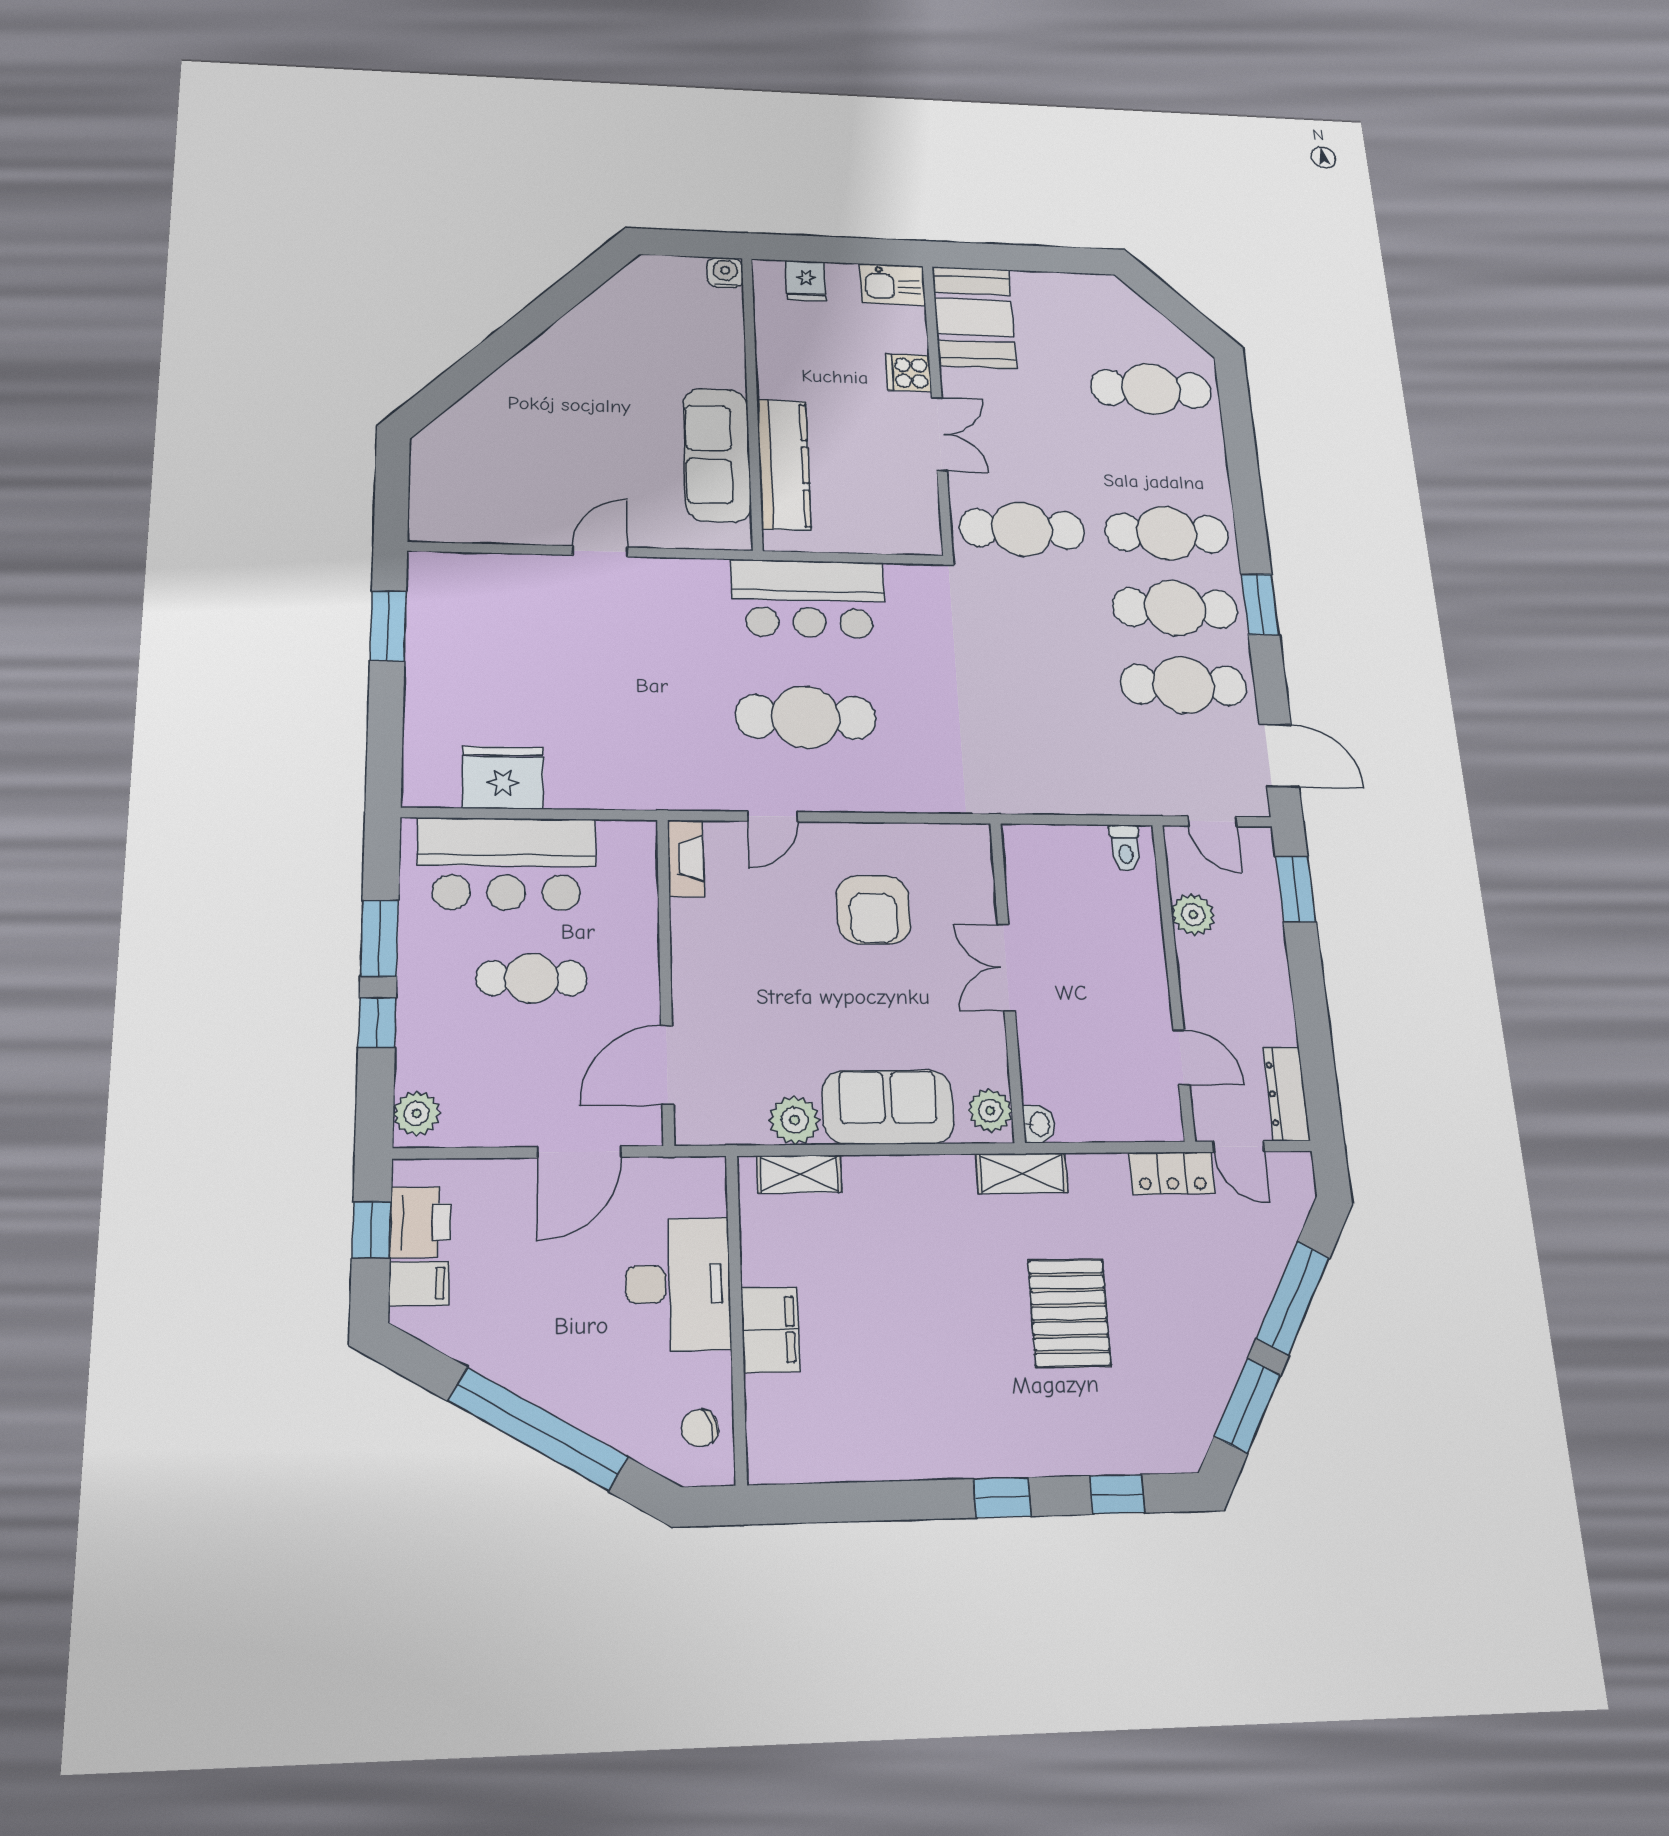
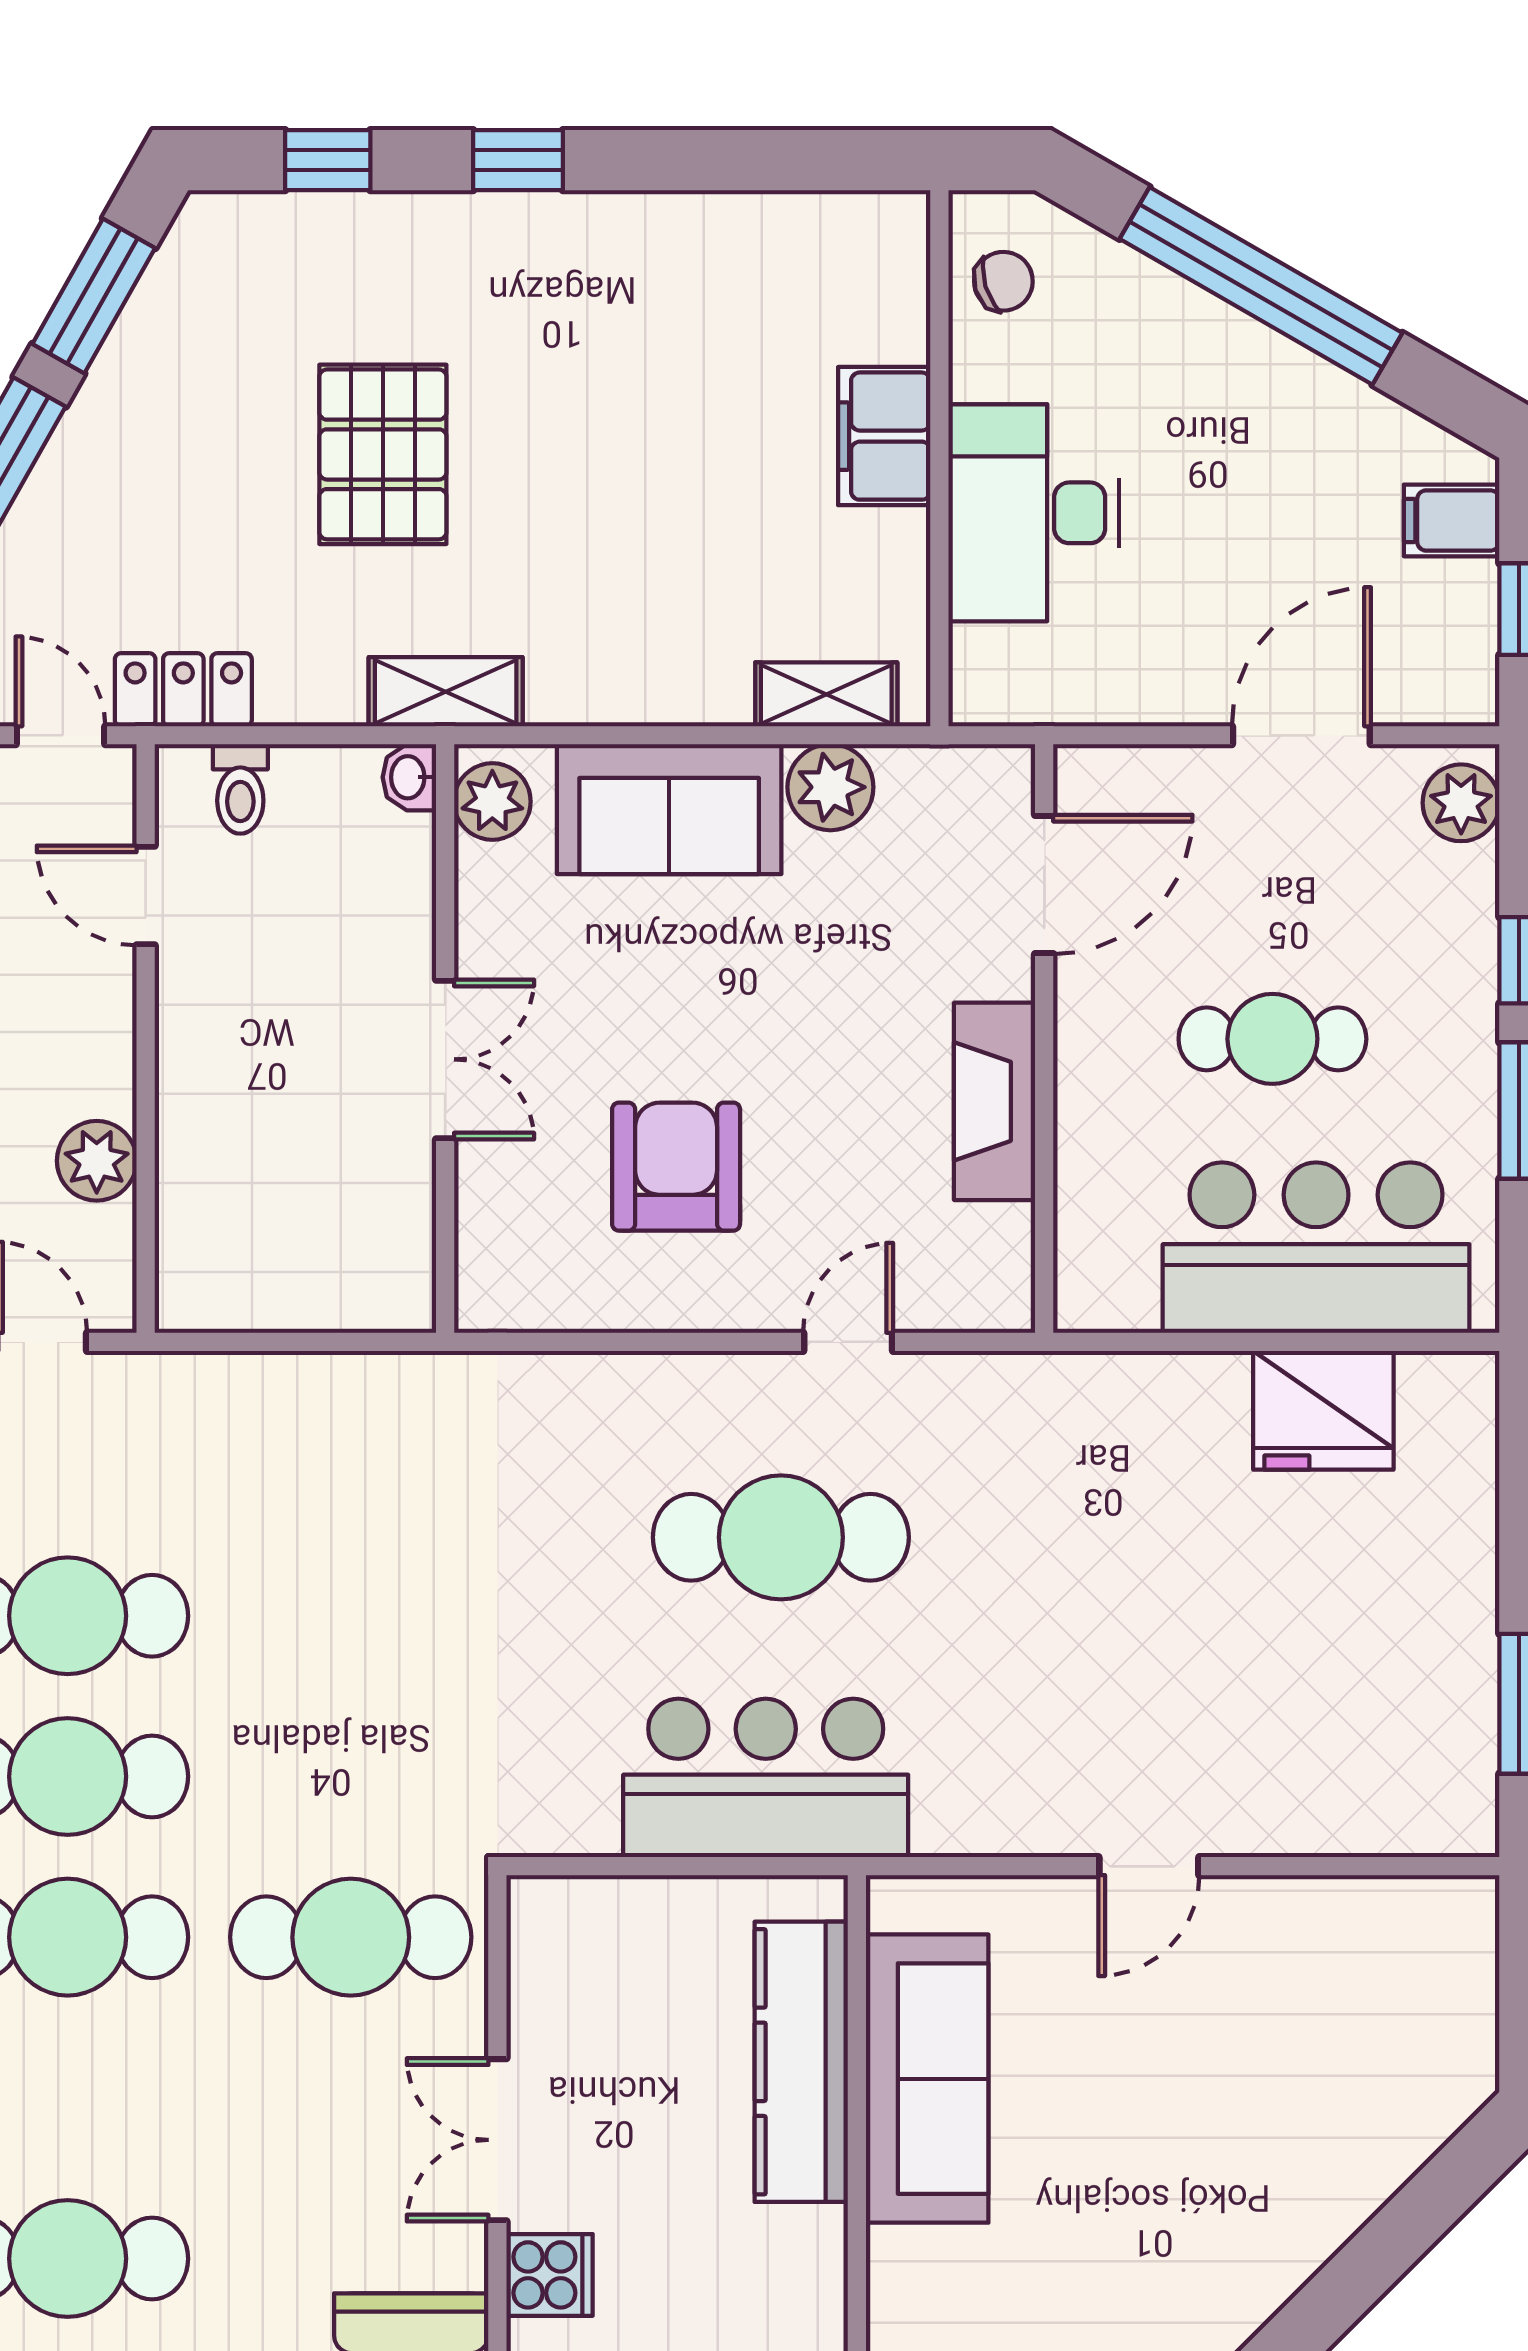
toilet: (1125, 848) -> (240, 789), moved, turned 180
fireplace: (686, 858) -> (995, 1101), moved, width x1.37, depth x1.32
door: (579, 1152) -> (1301, 735), moved
printer: (420, 1222) -> (1451, 621), removed

